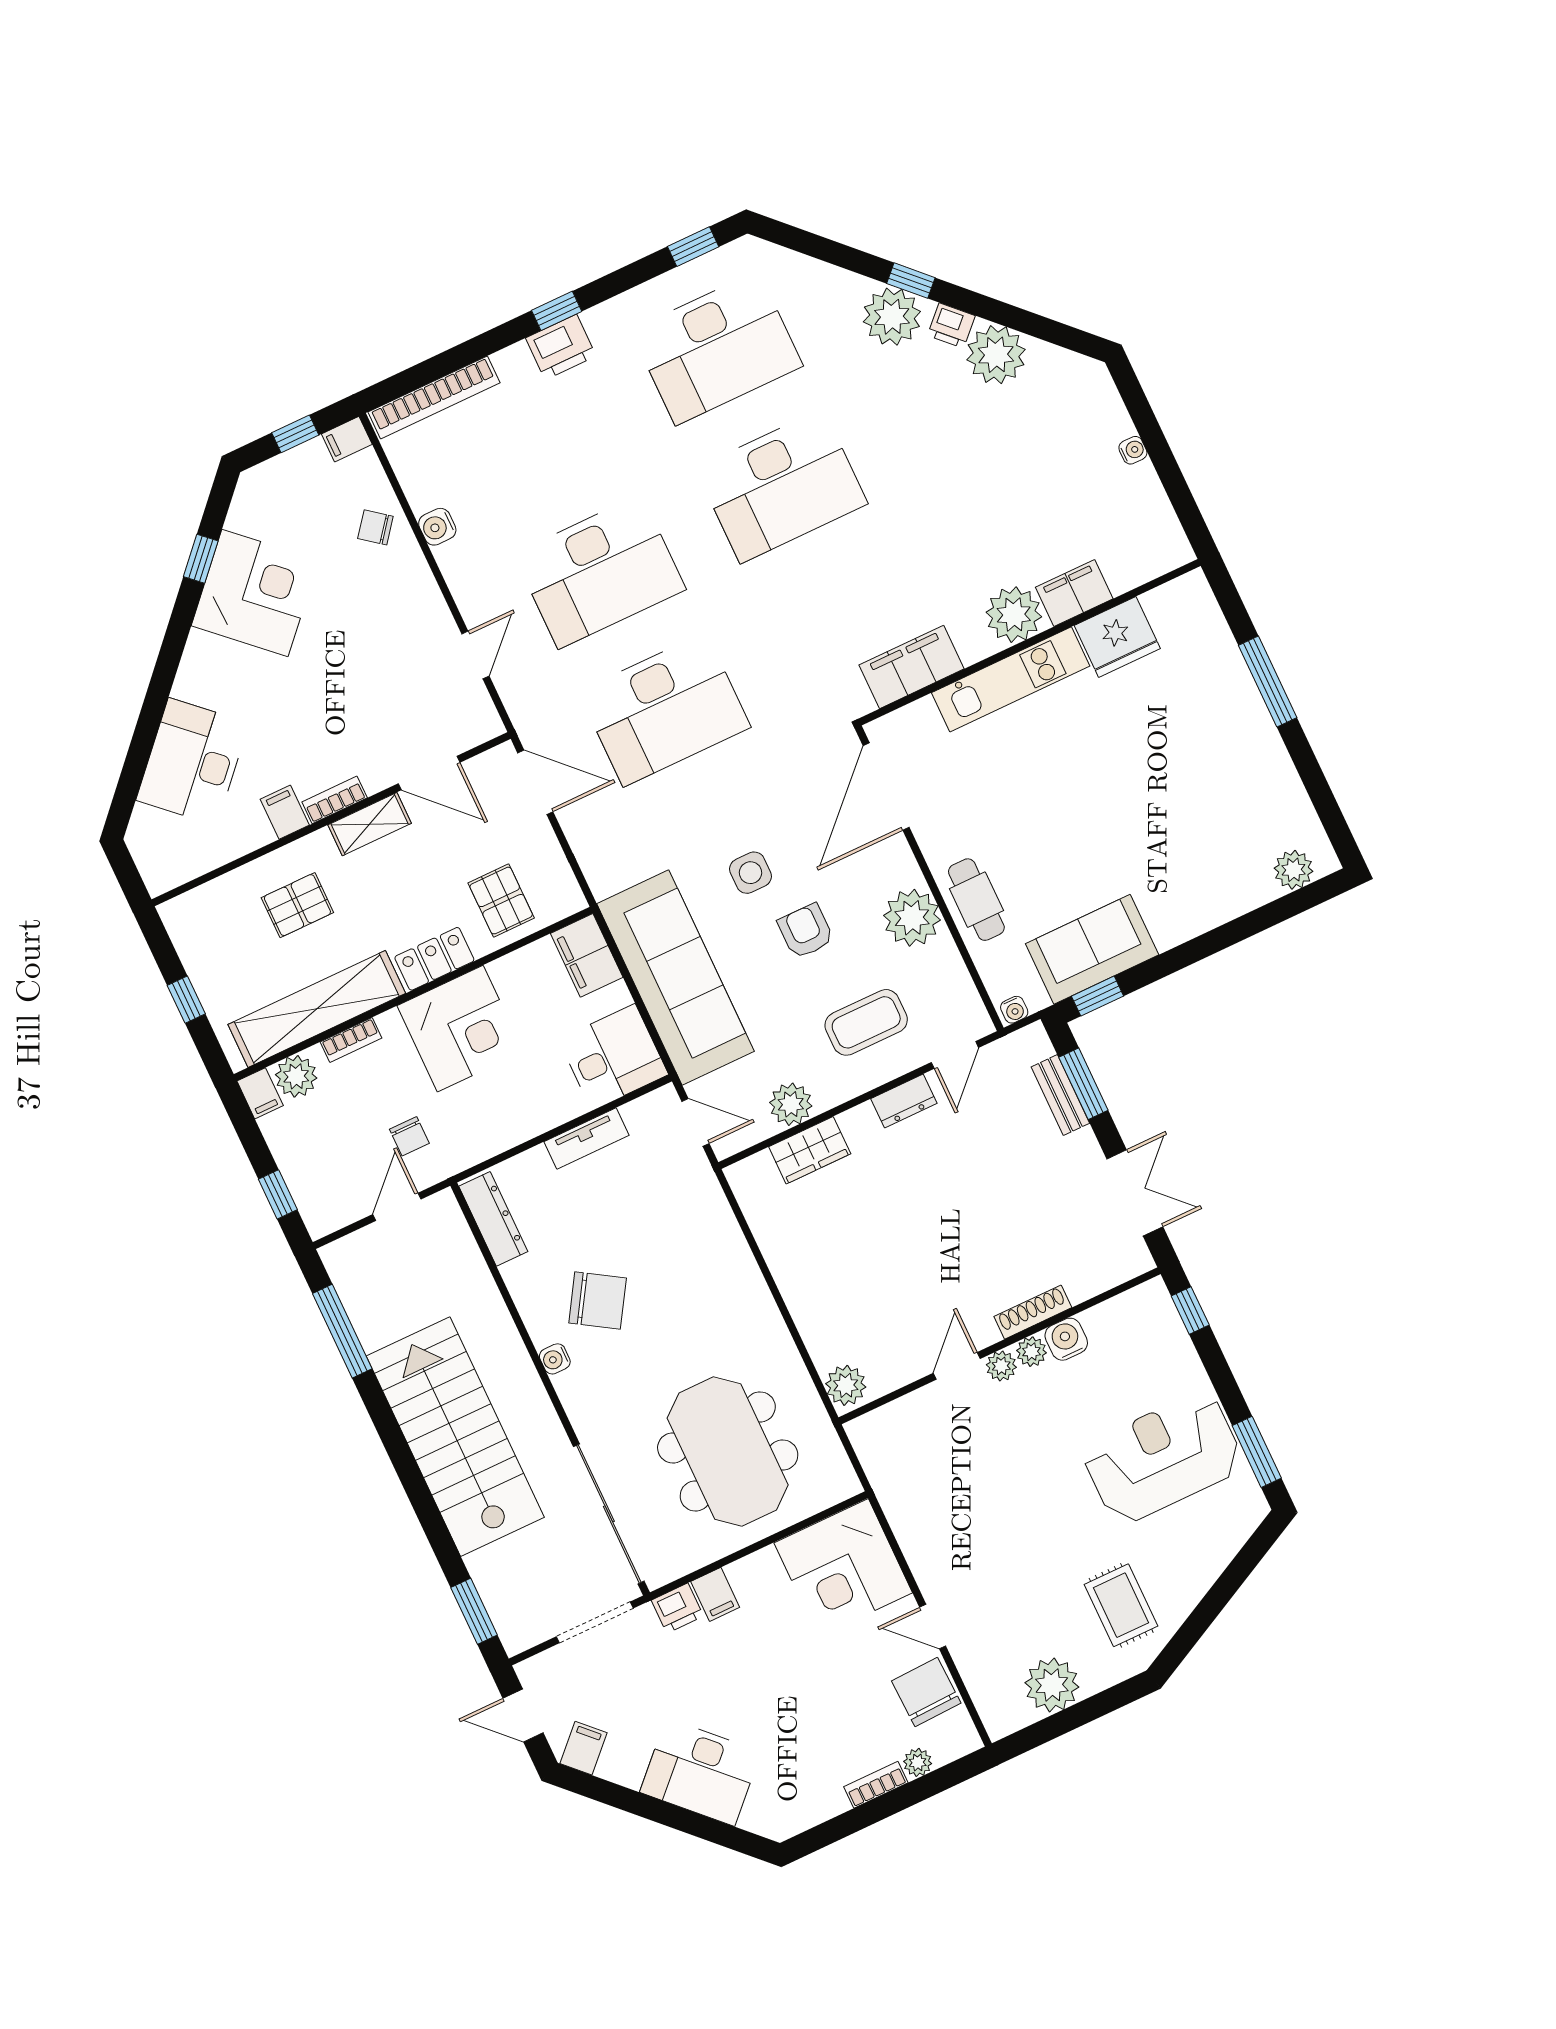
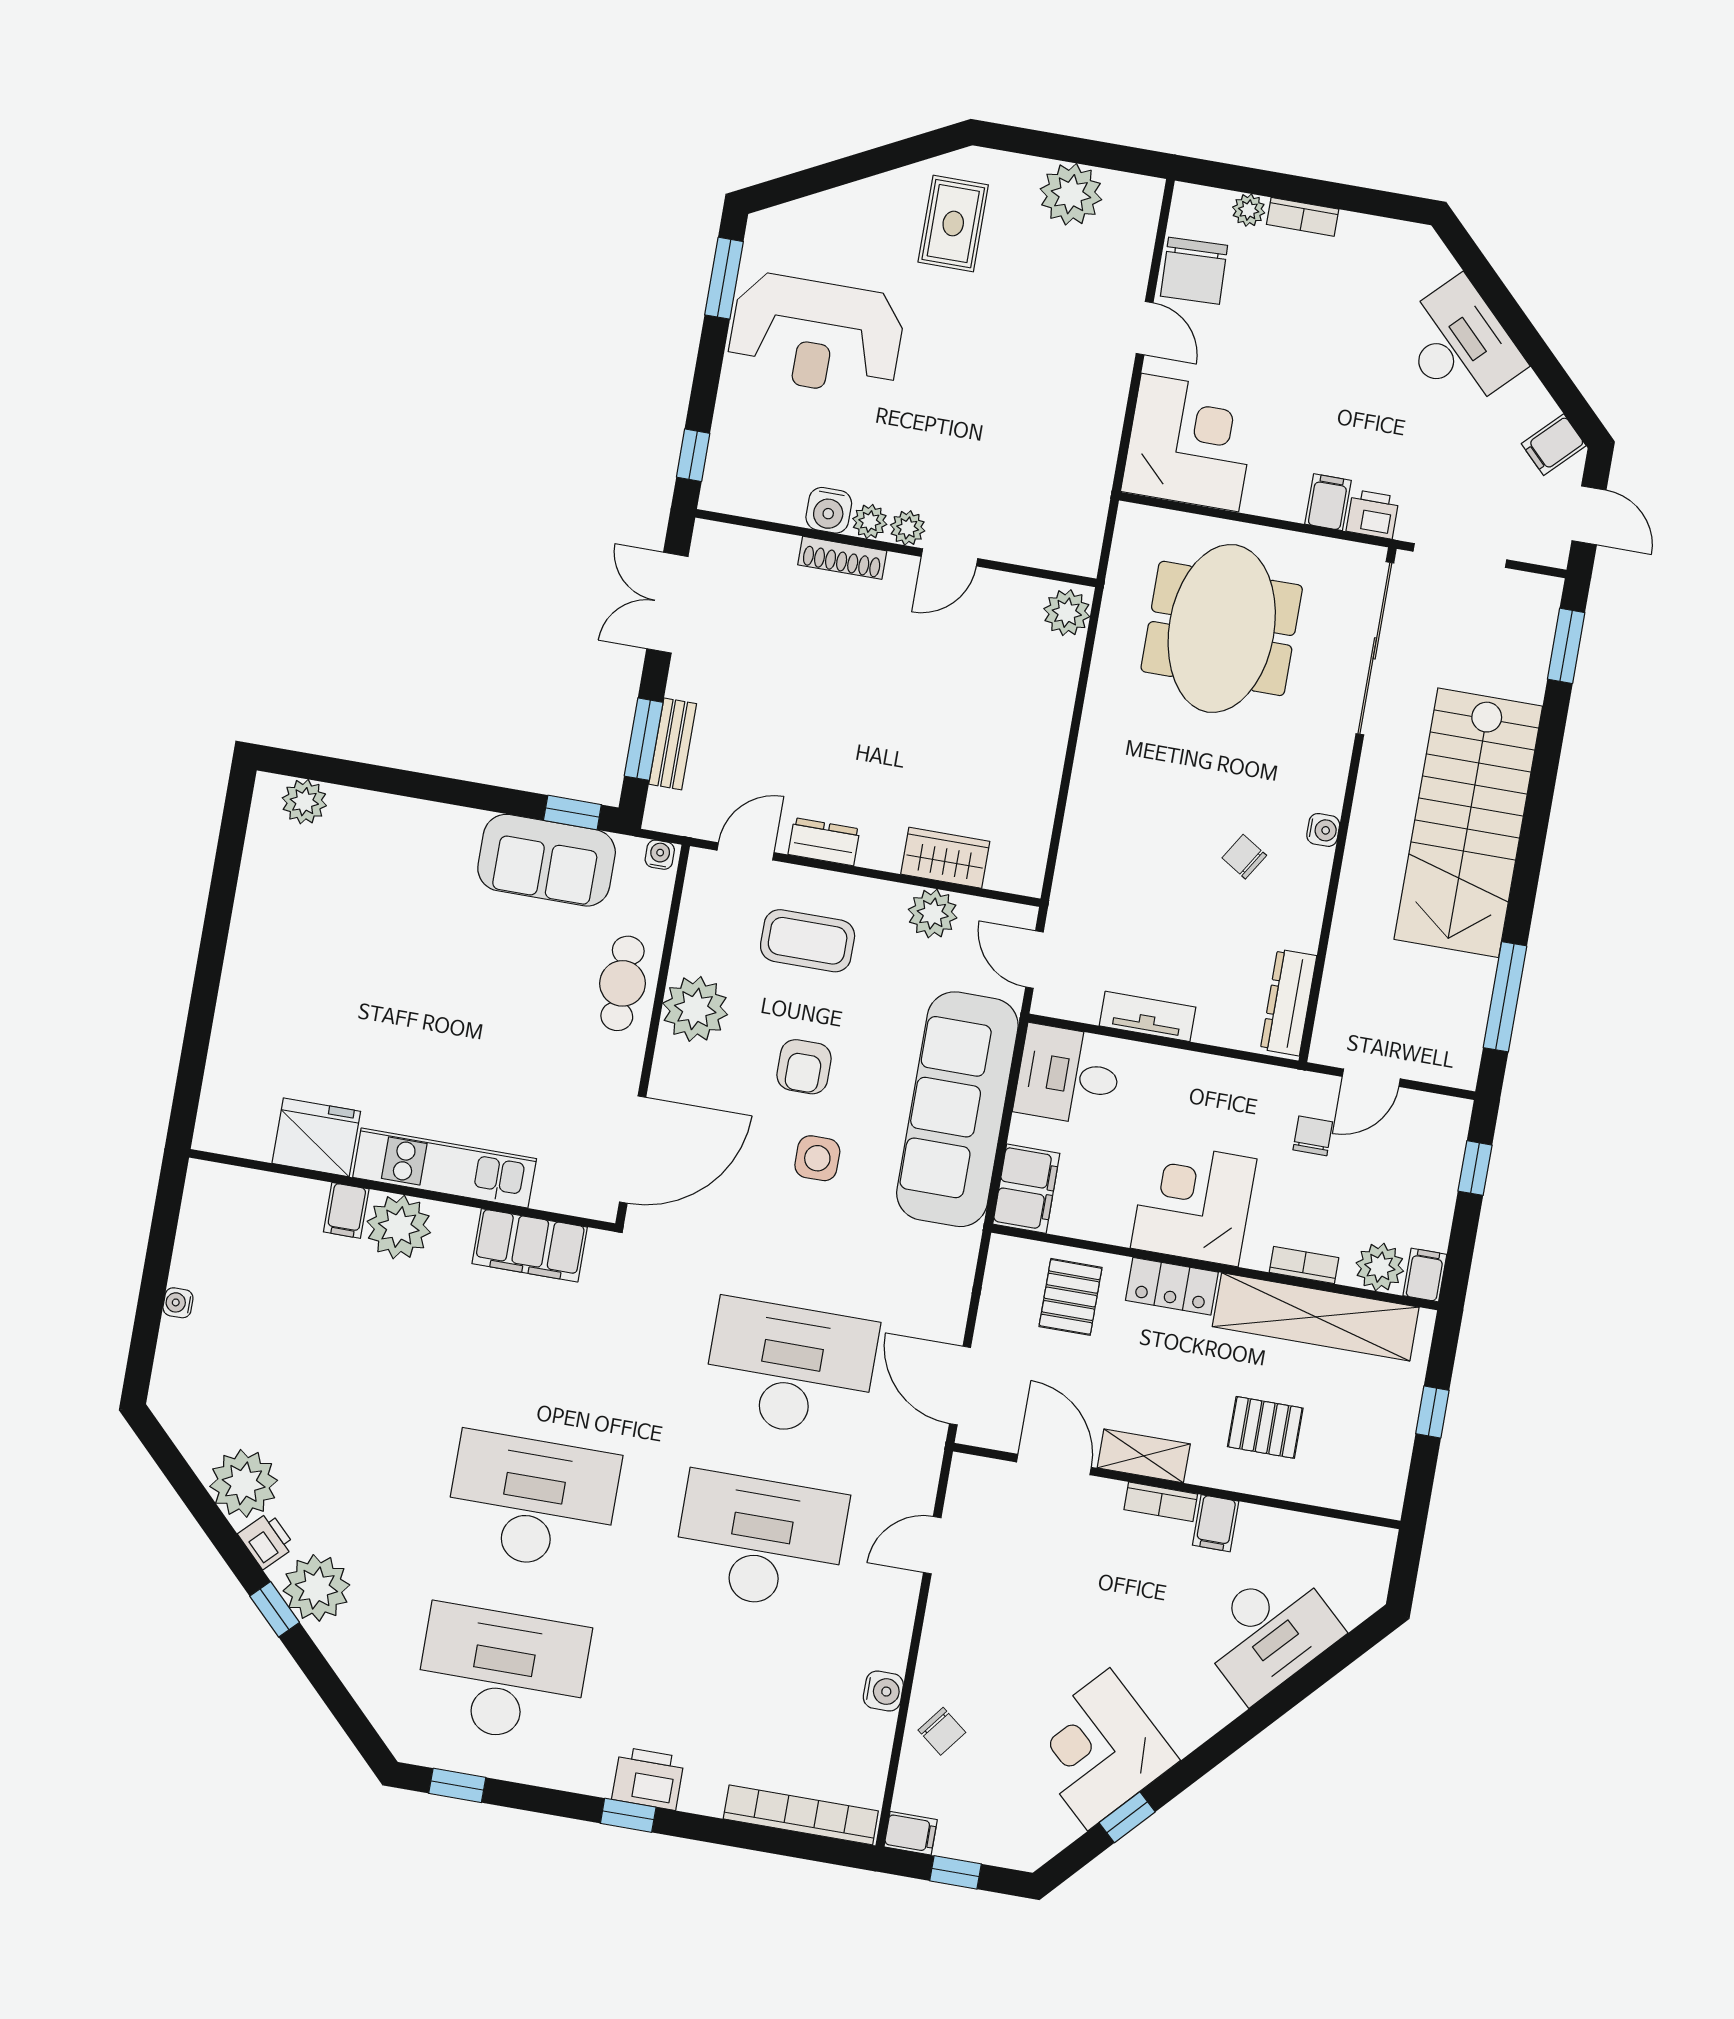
filing cabinet: (1074, 593) -> (346, 1210), width x0.50
window: (1268, 682) -> (204, 996), removed
chair: (598, 1300) -> (1244, 857), width x0.54, depth x0.54

